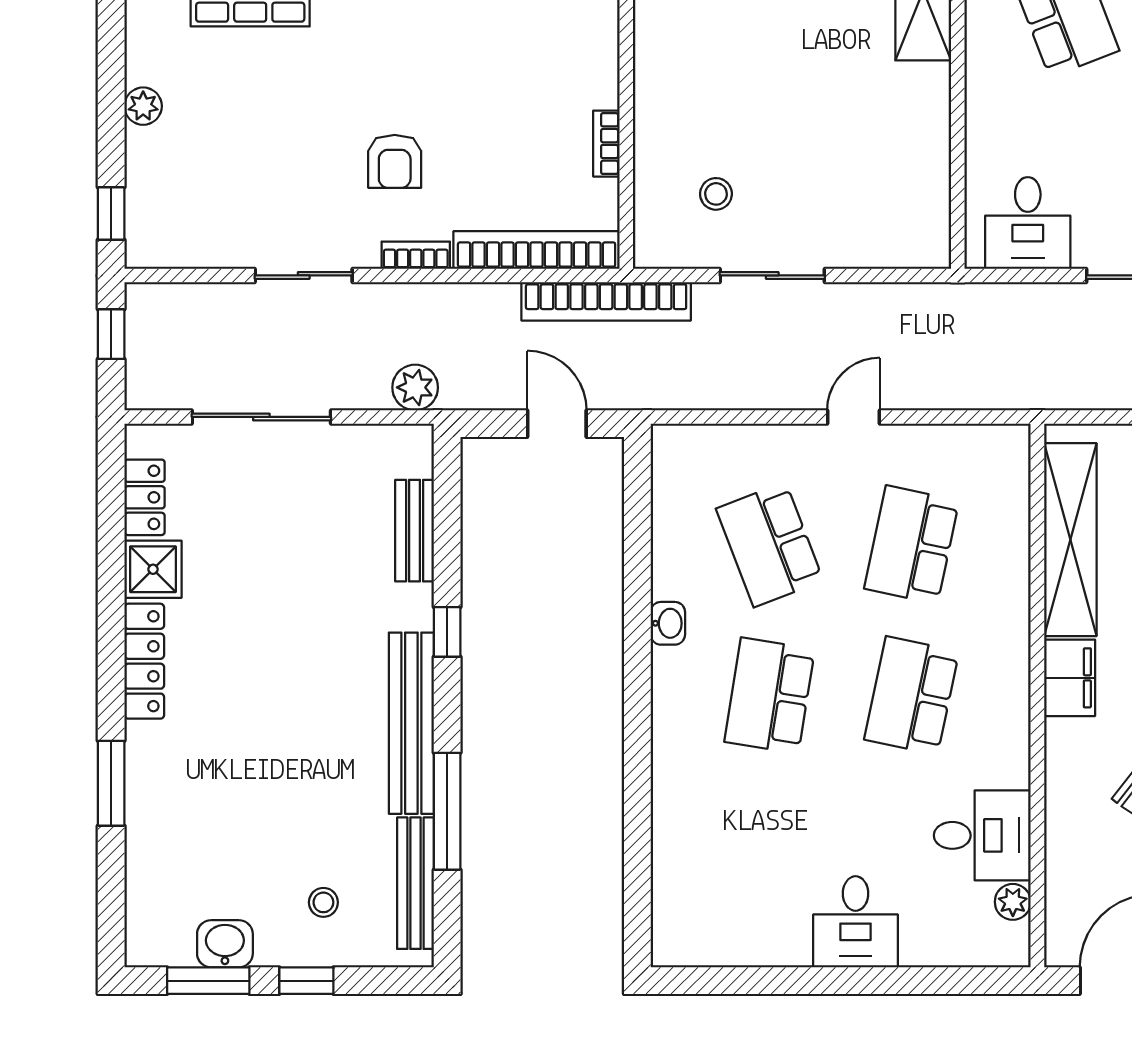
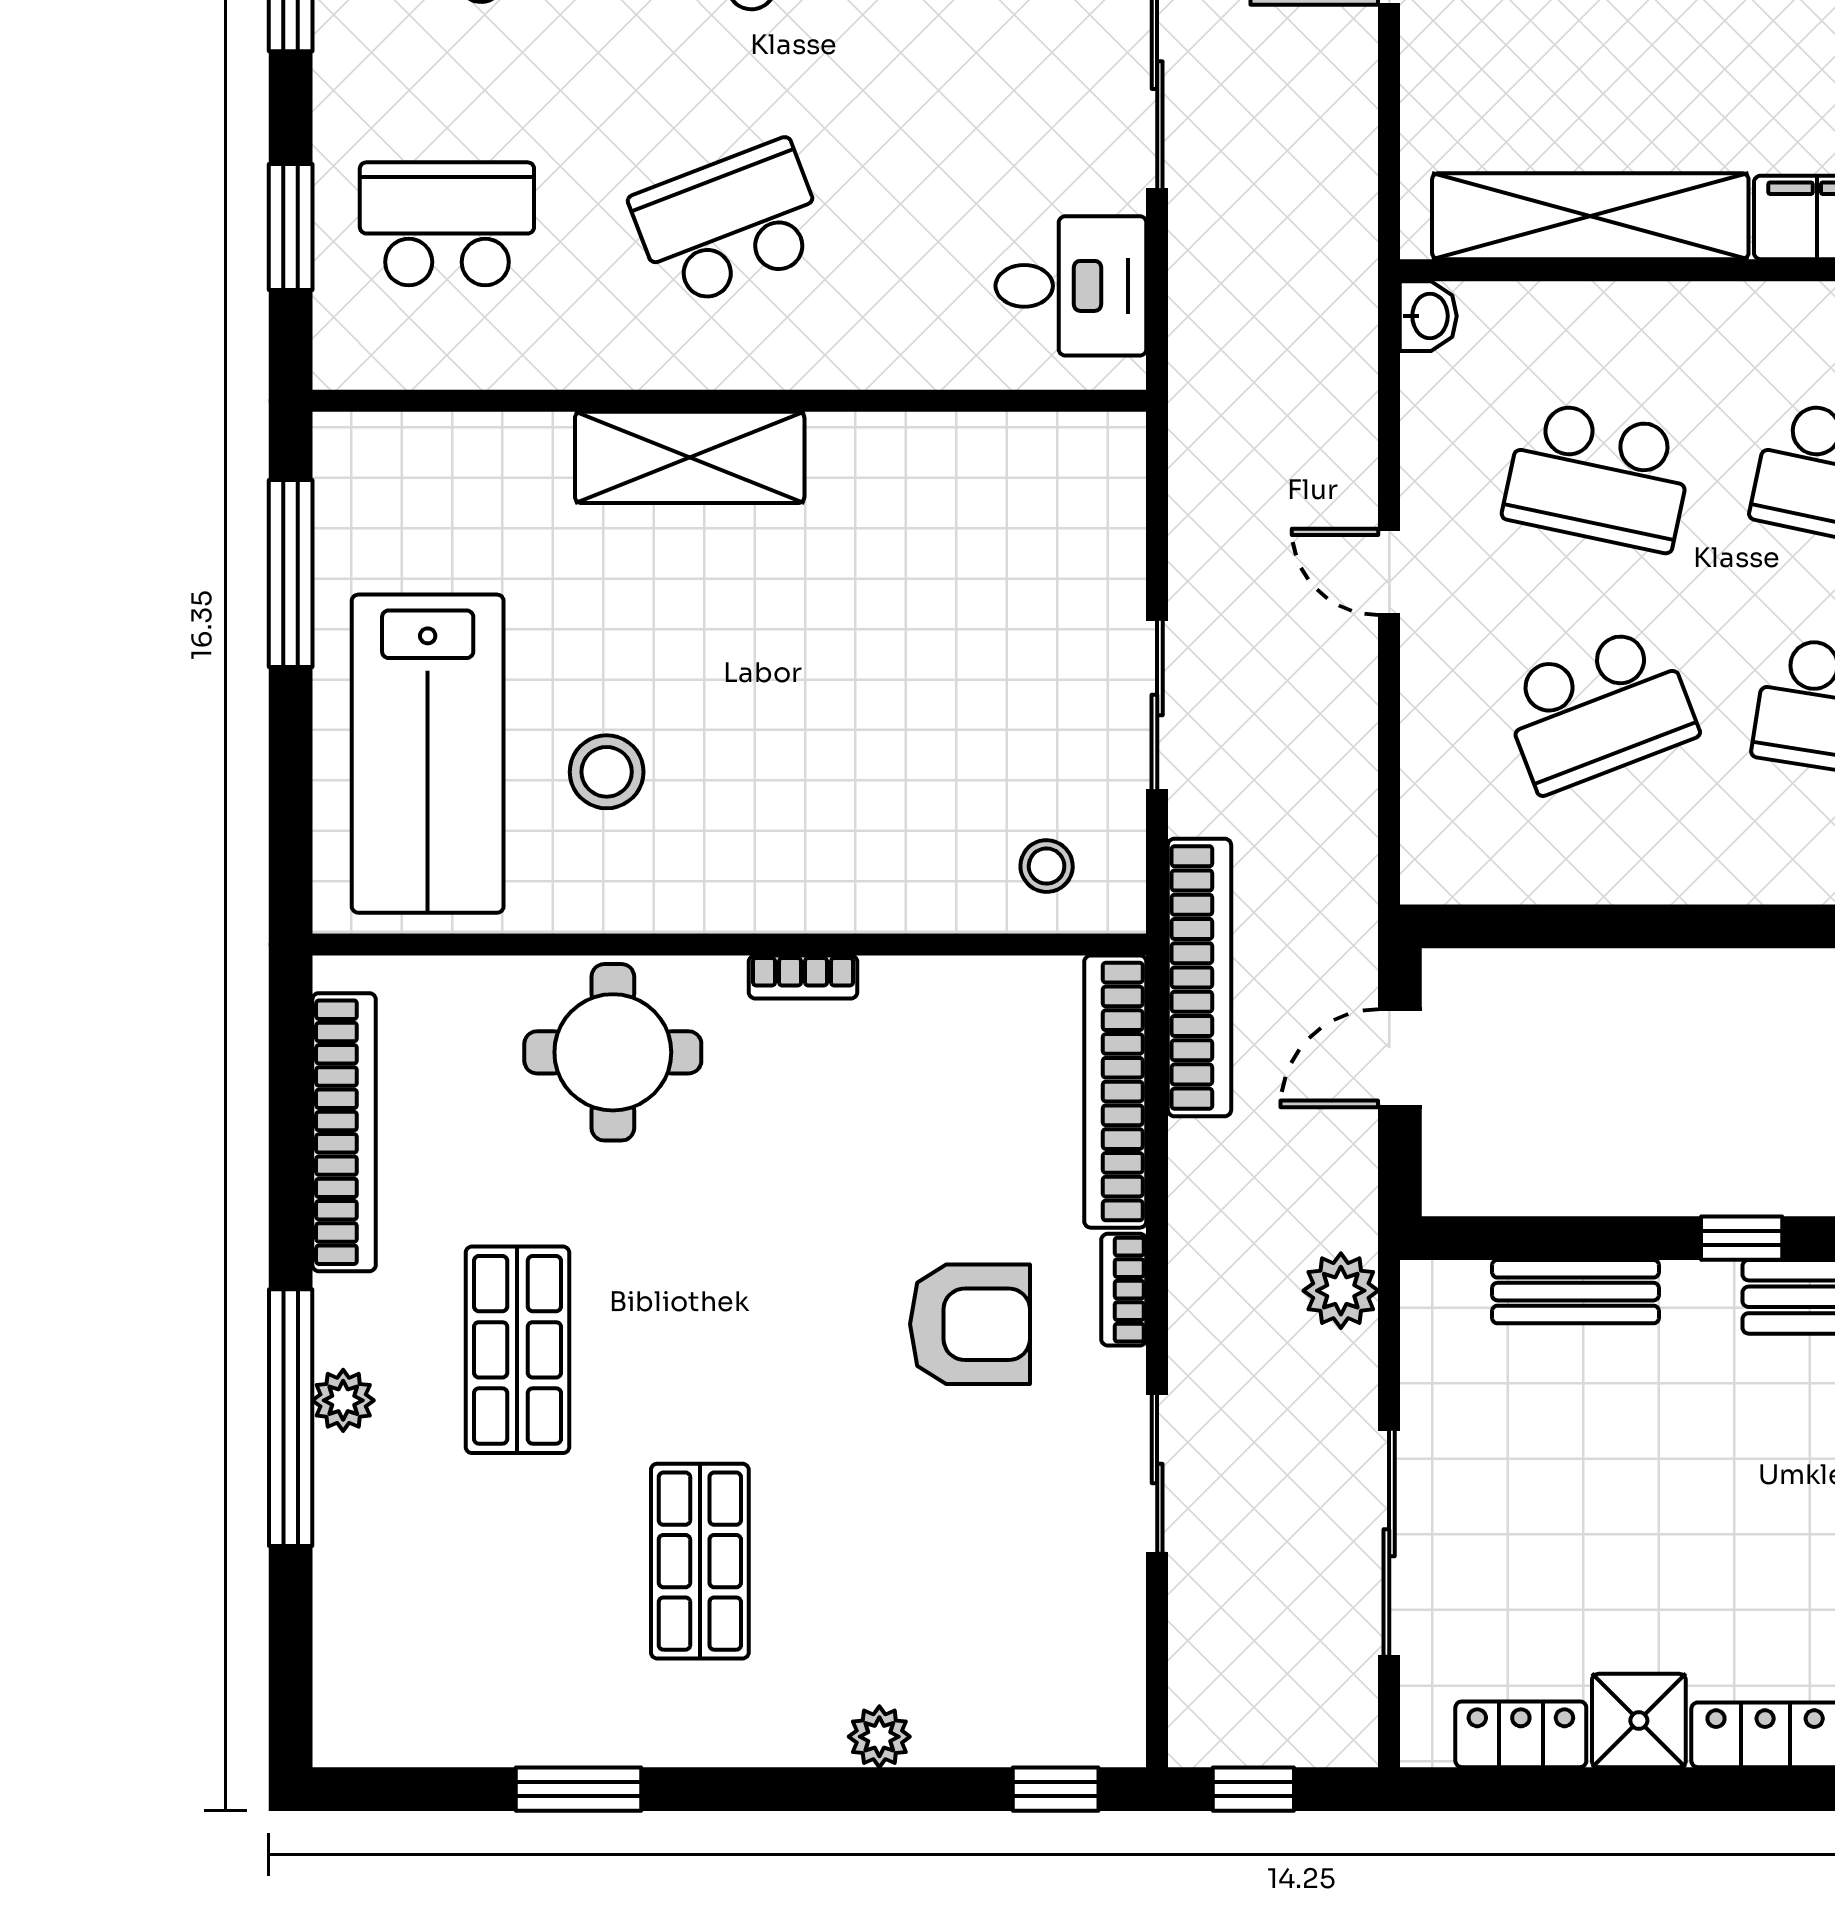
bookcase: (606, 144) -> (803, 977), moved
armchair: (395, 161) -> (970, 1324), width x1.38, depth x1.38
stool: (716, 194) -> (1047, 866), moved
washbasin: (668, 623) -> (1428, 316), moved, turned 90

